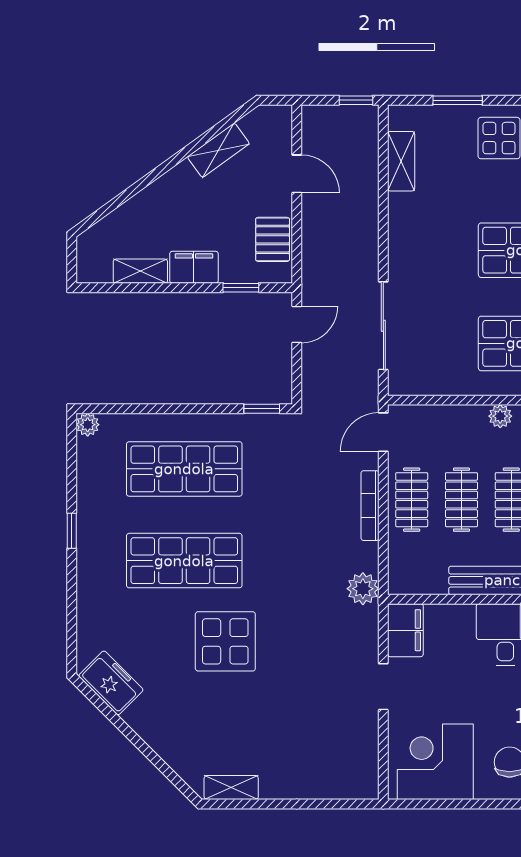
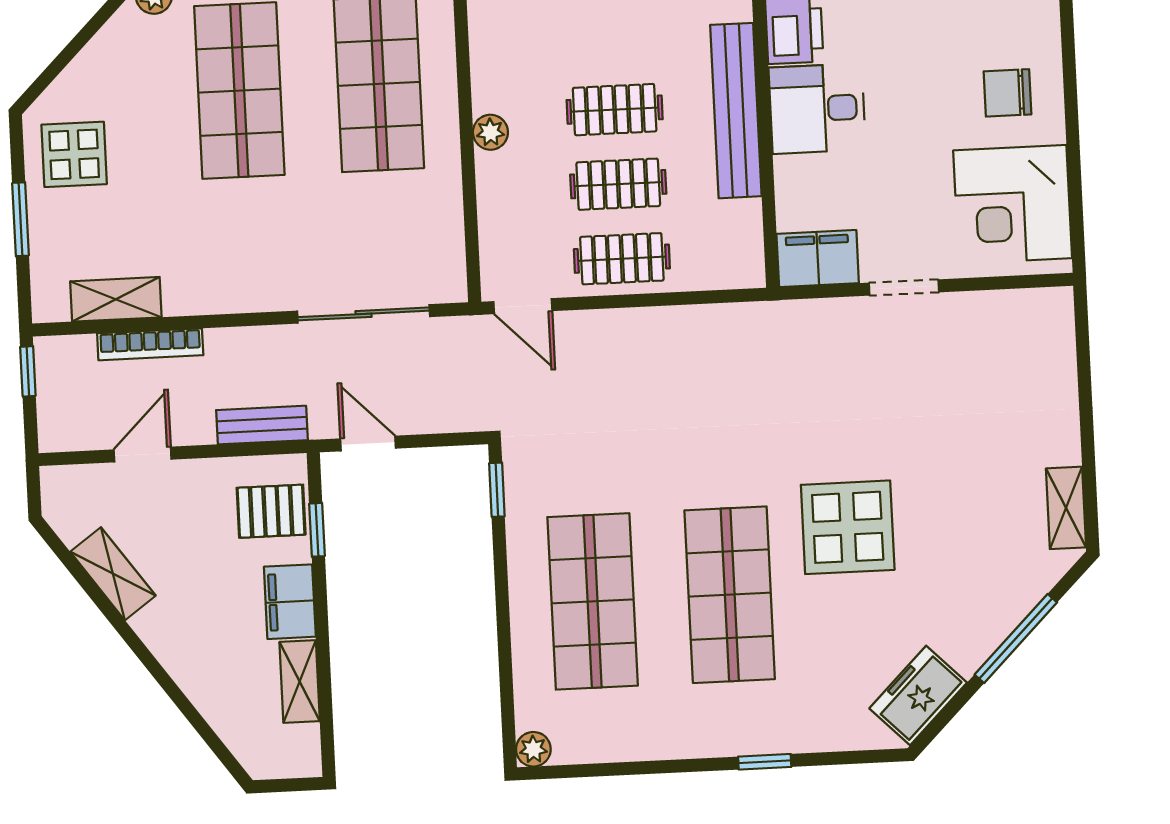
pallet: (273, 239) -> (271, 511), moved
bench: (313, 254) -> (262, 425), added
bookcase: (370, 506) -> (150, 344), moved
window: (72, 531) -> (765, 762), moved
plant: (363, 589) -> (759, 325), removed
window: (146, 750) -> (1016, 639), added

